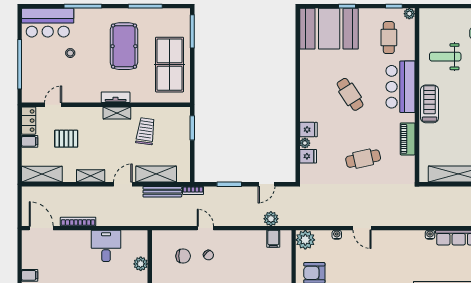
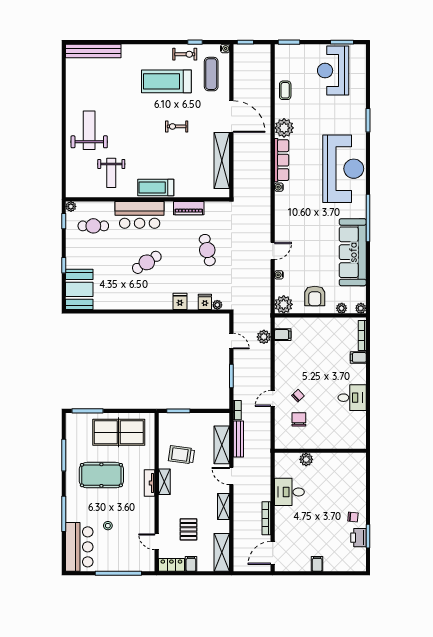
booth: (329, 29) -> (79, 289), width x0.73, depth x0.70
plant: (305, 143) -> (217, 305), moved

